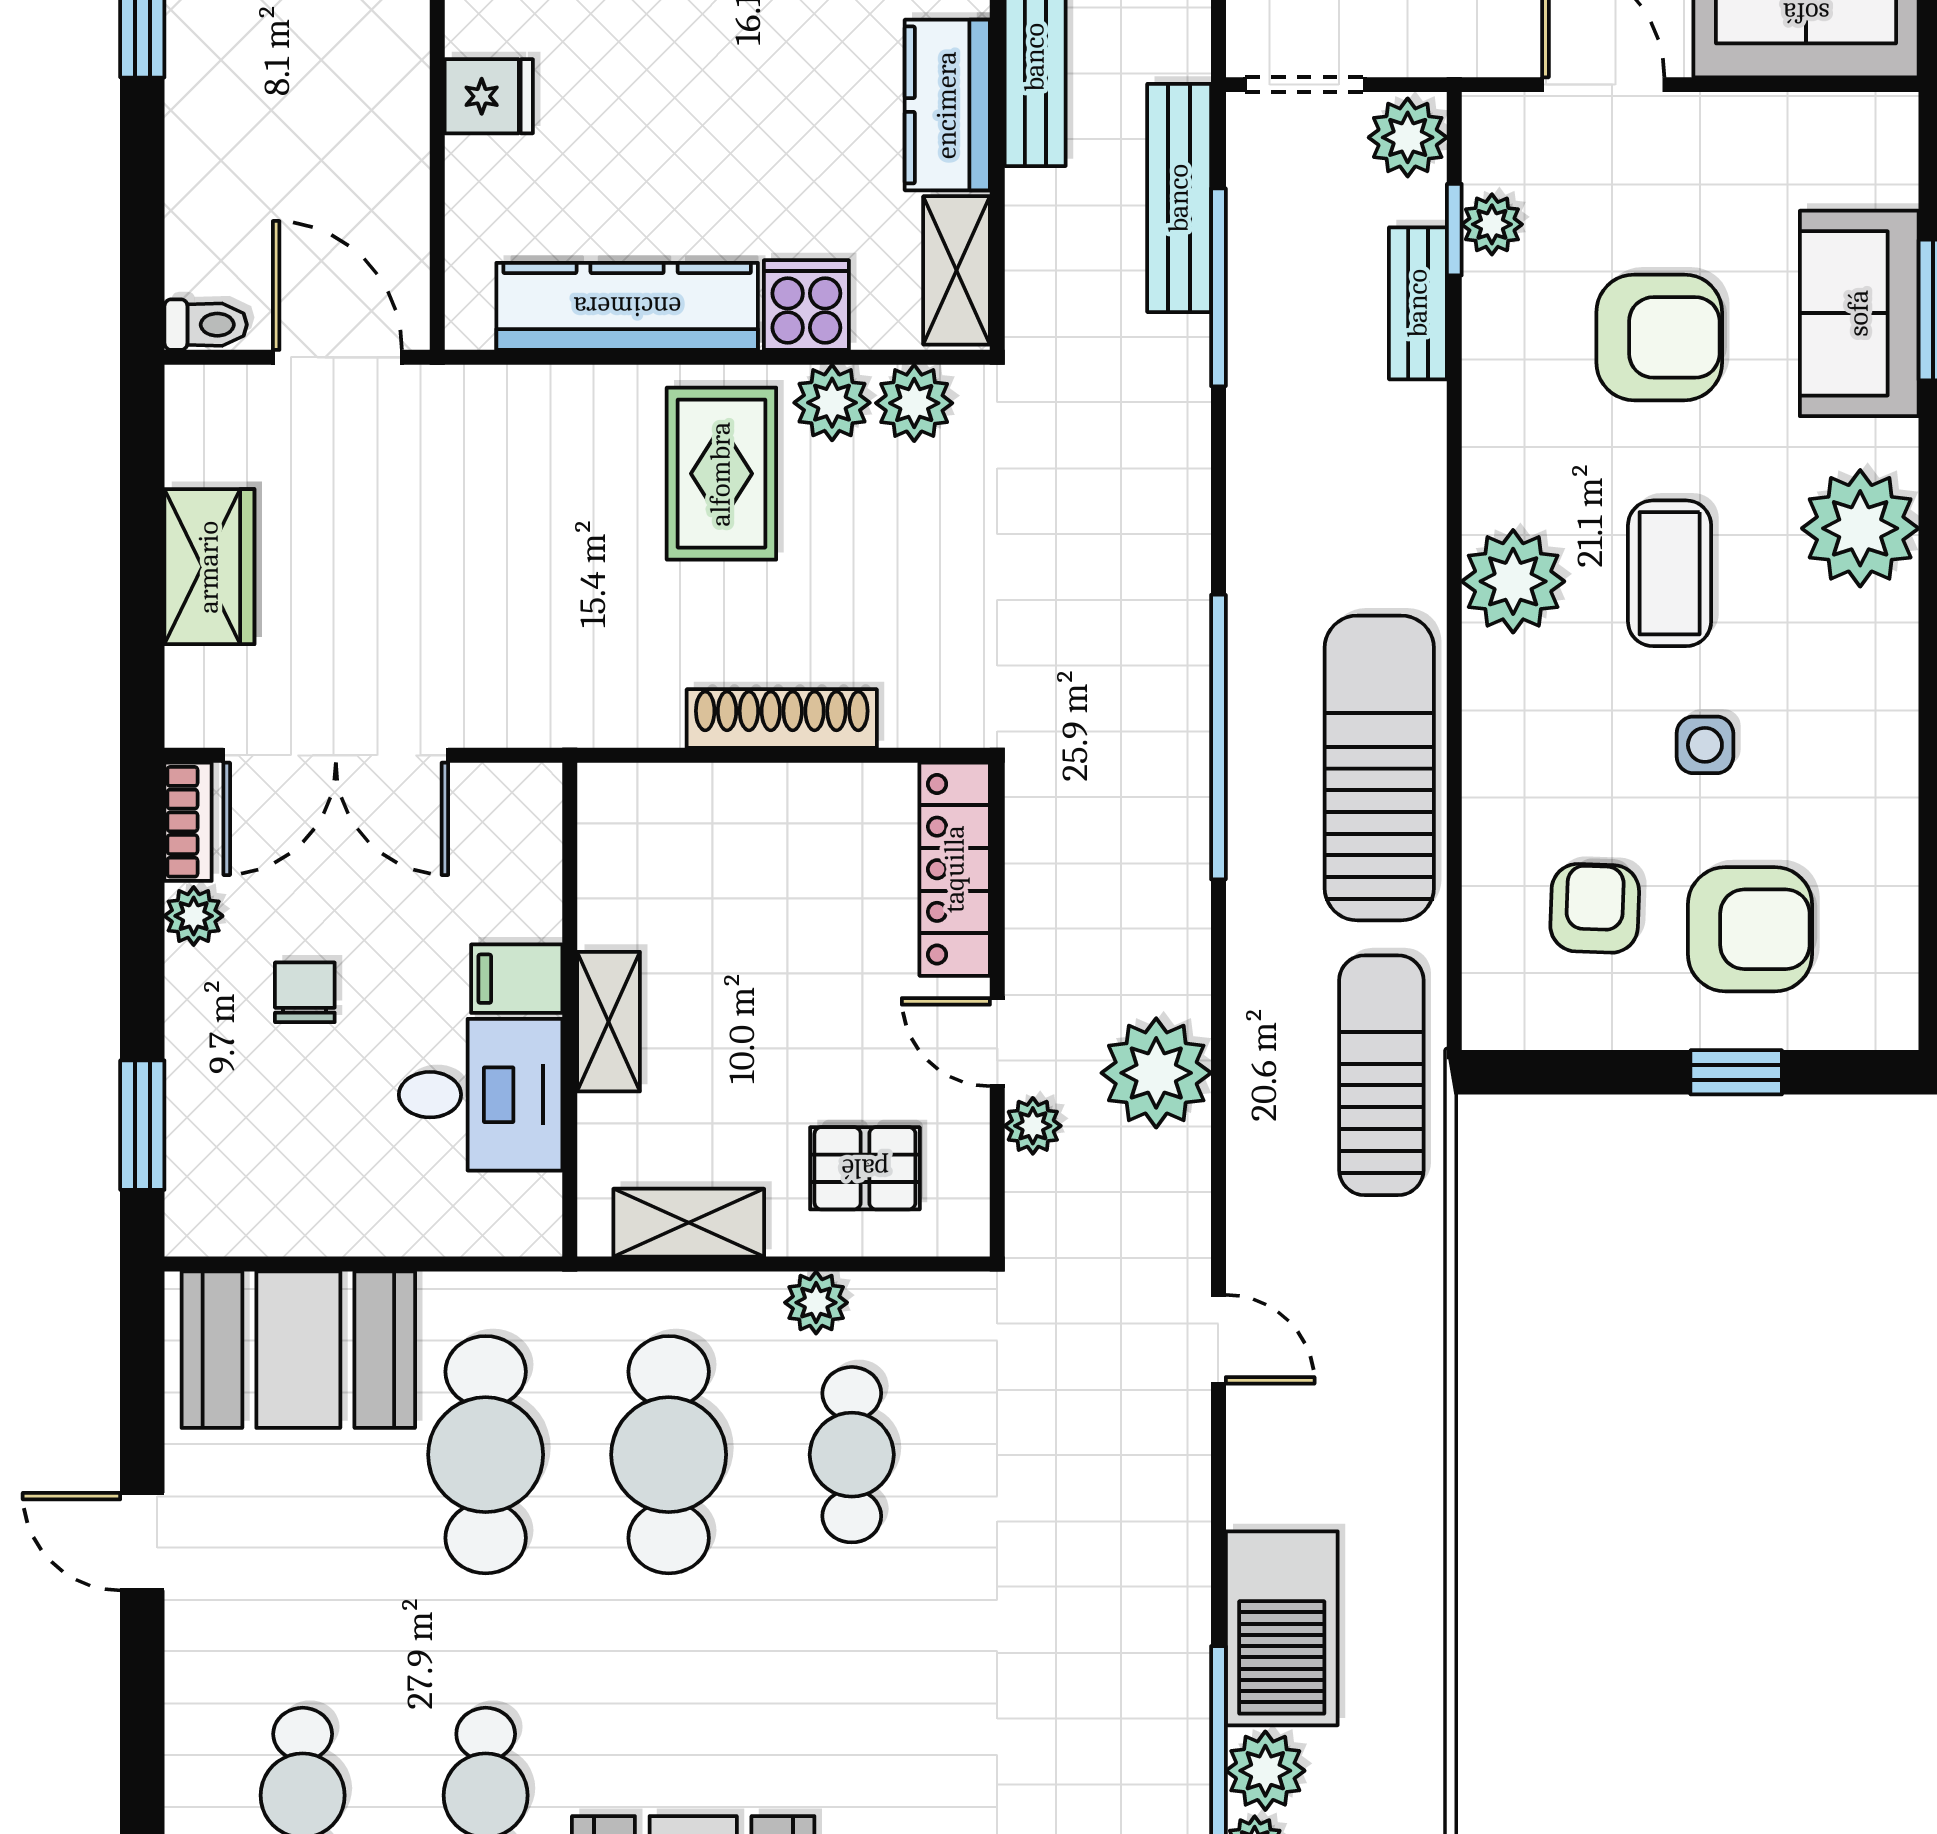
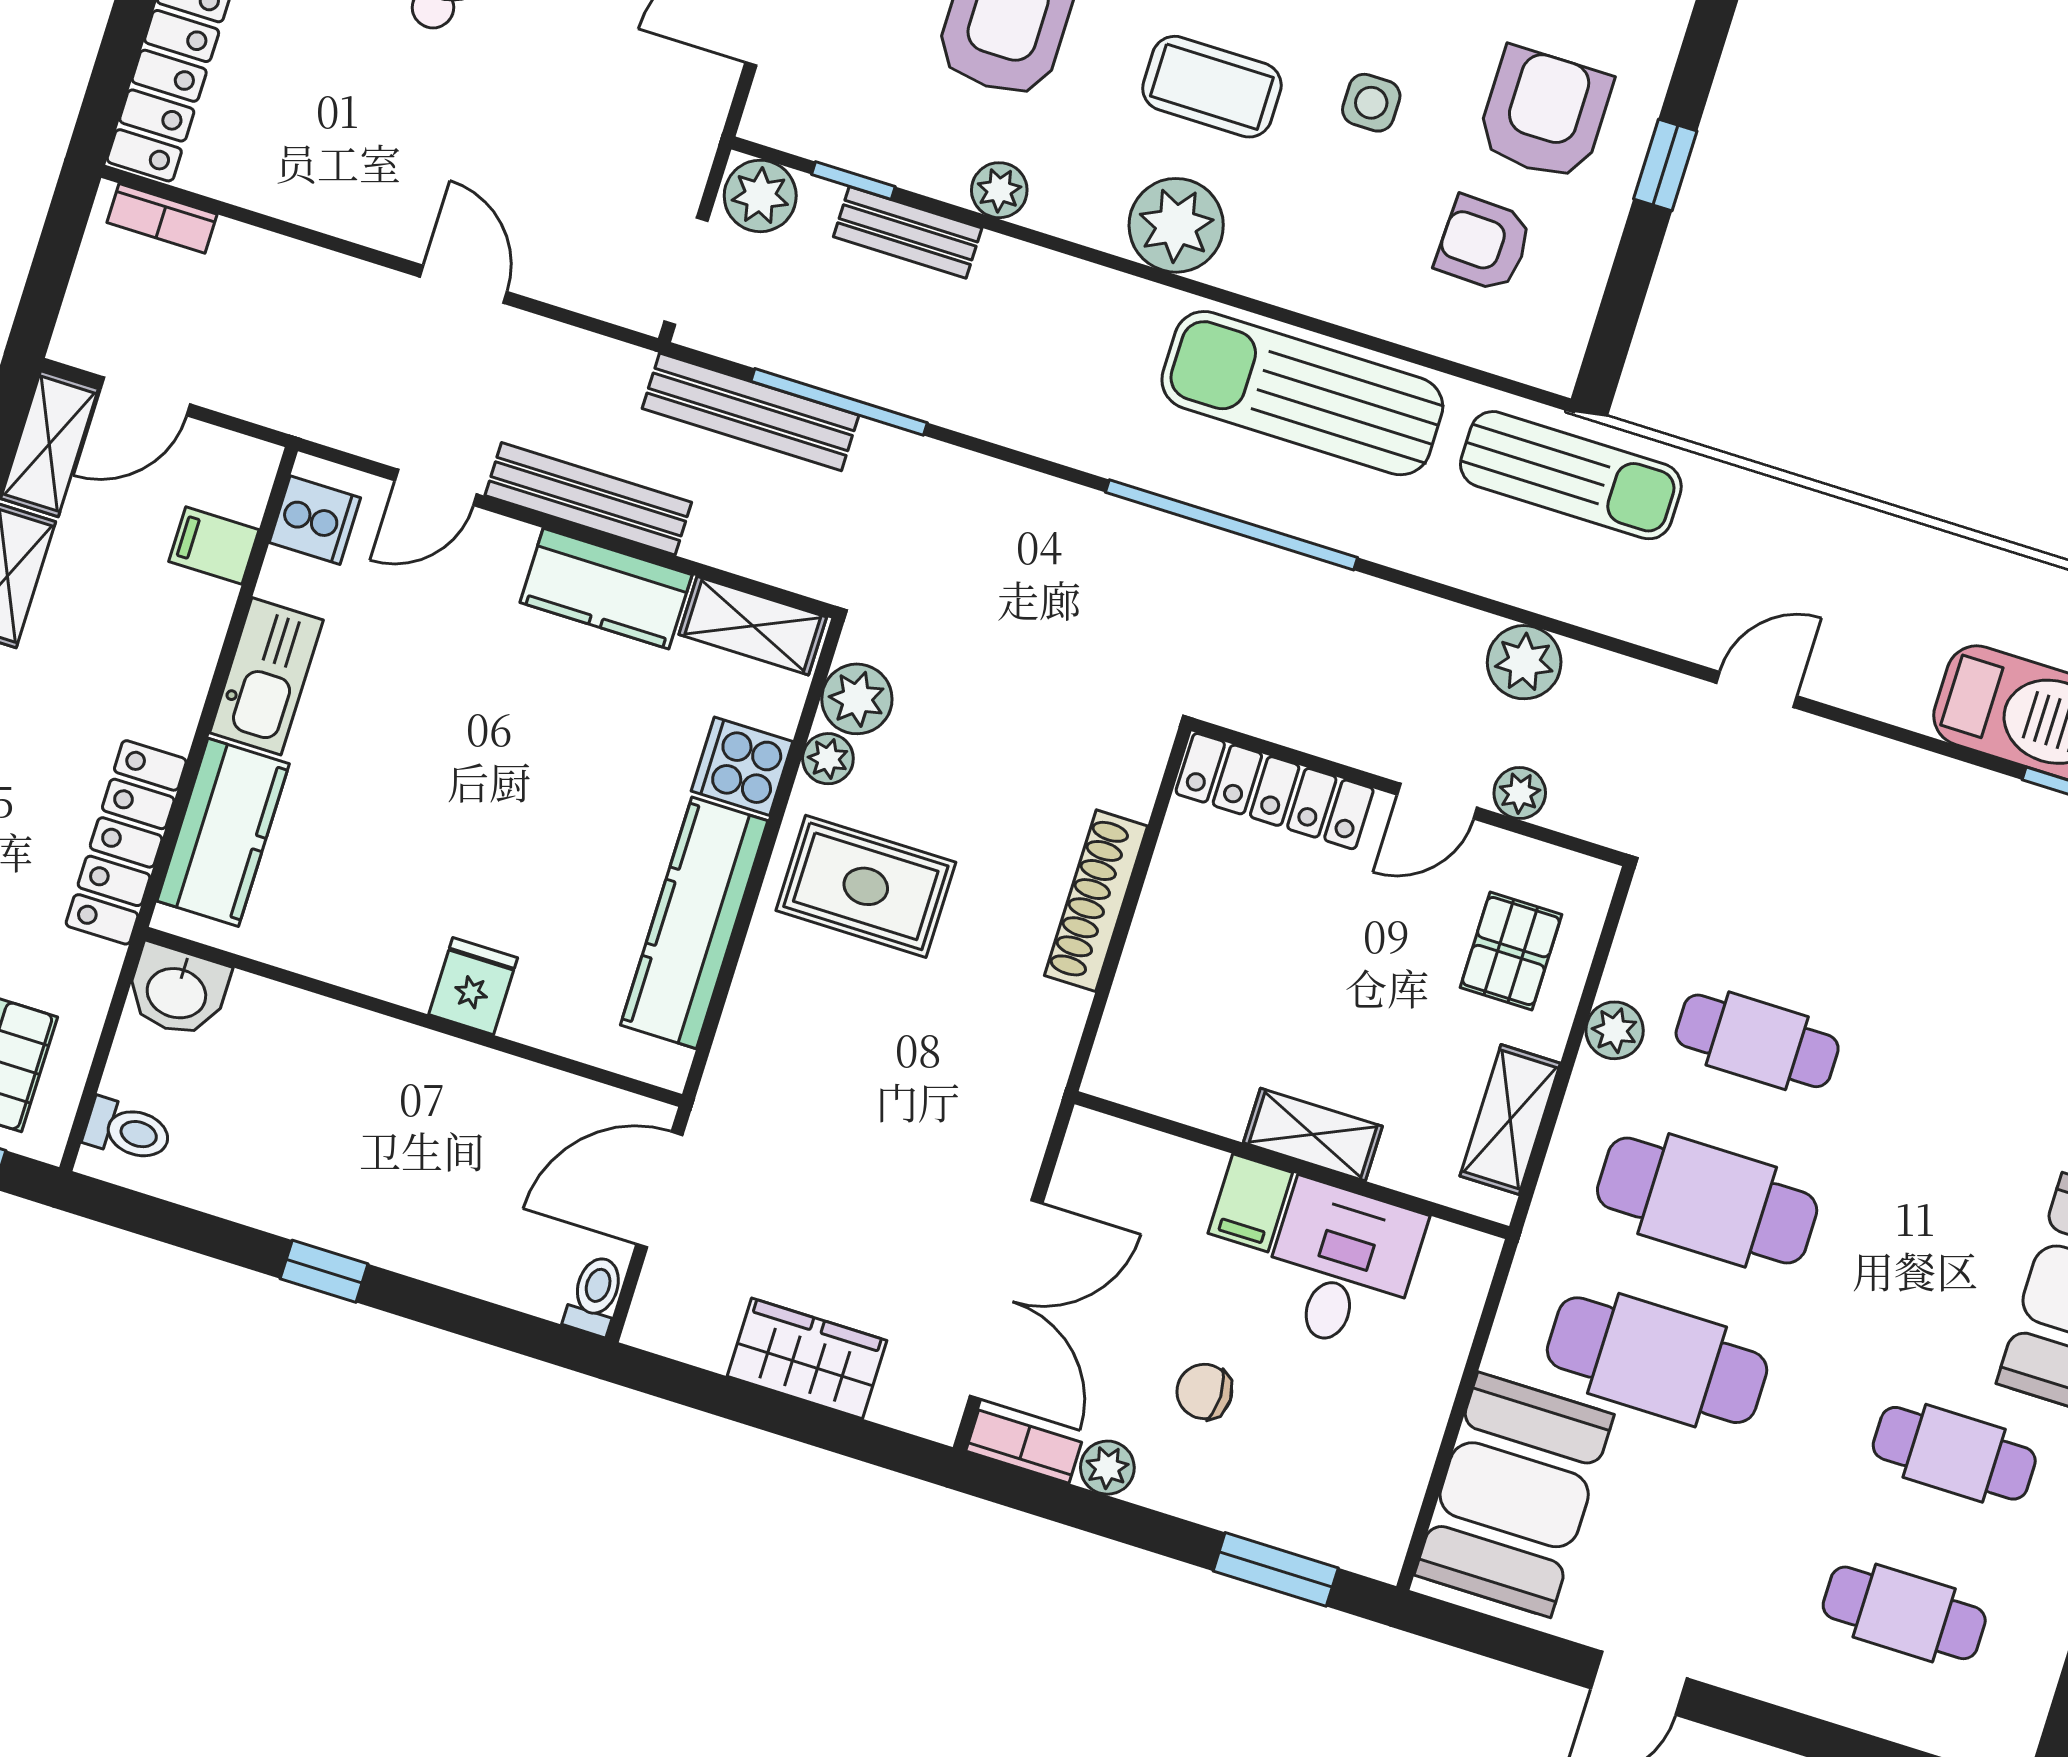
plant: (1492, 224) -> (999, 190), moved
plant: (832, 403) -> (828, 759), width x0.73, depth x0.73
plant: (1156, 1073) -> (1524, 662), width x0.73, depth x0.73
sun lounger: (1381, 1075) -> (1571, 475), turned 180

